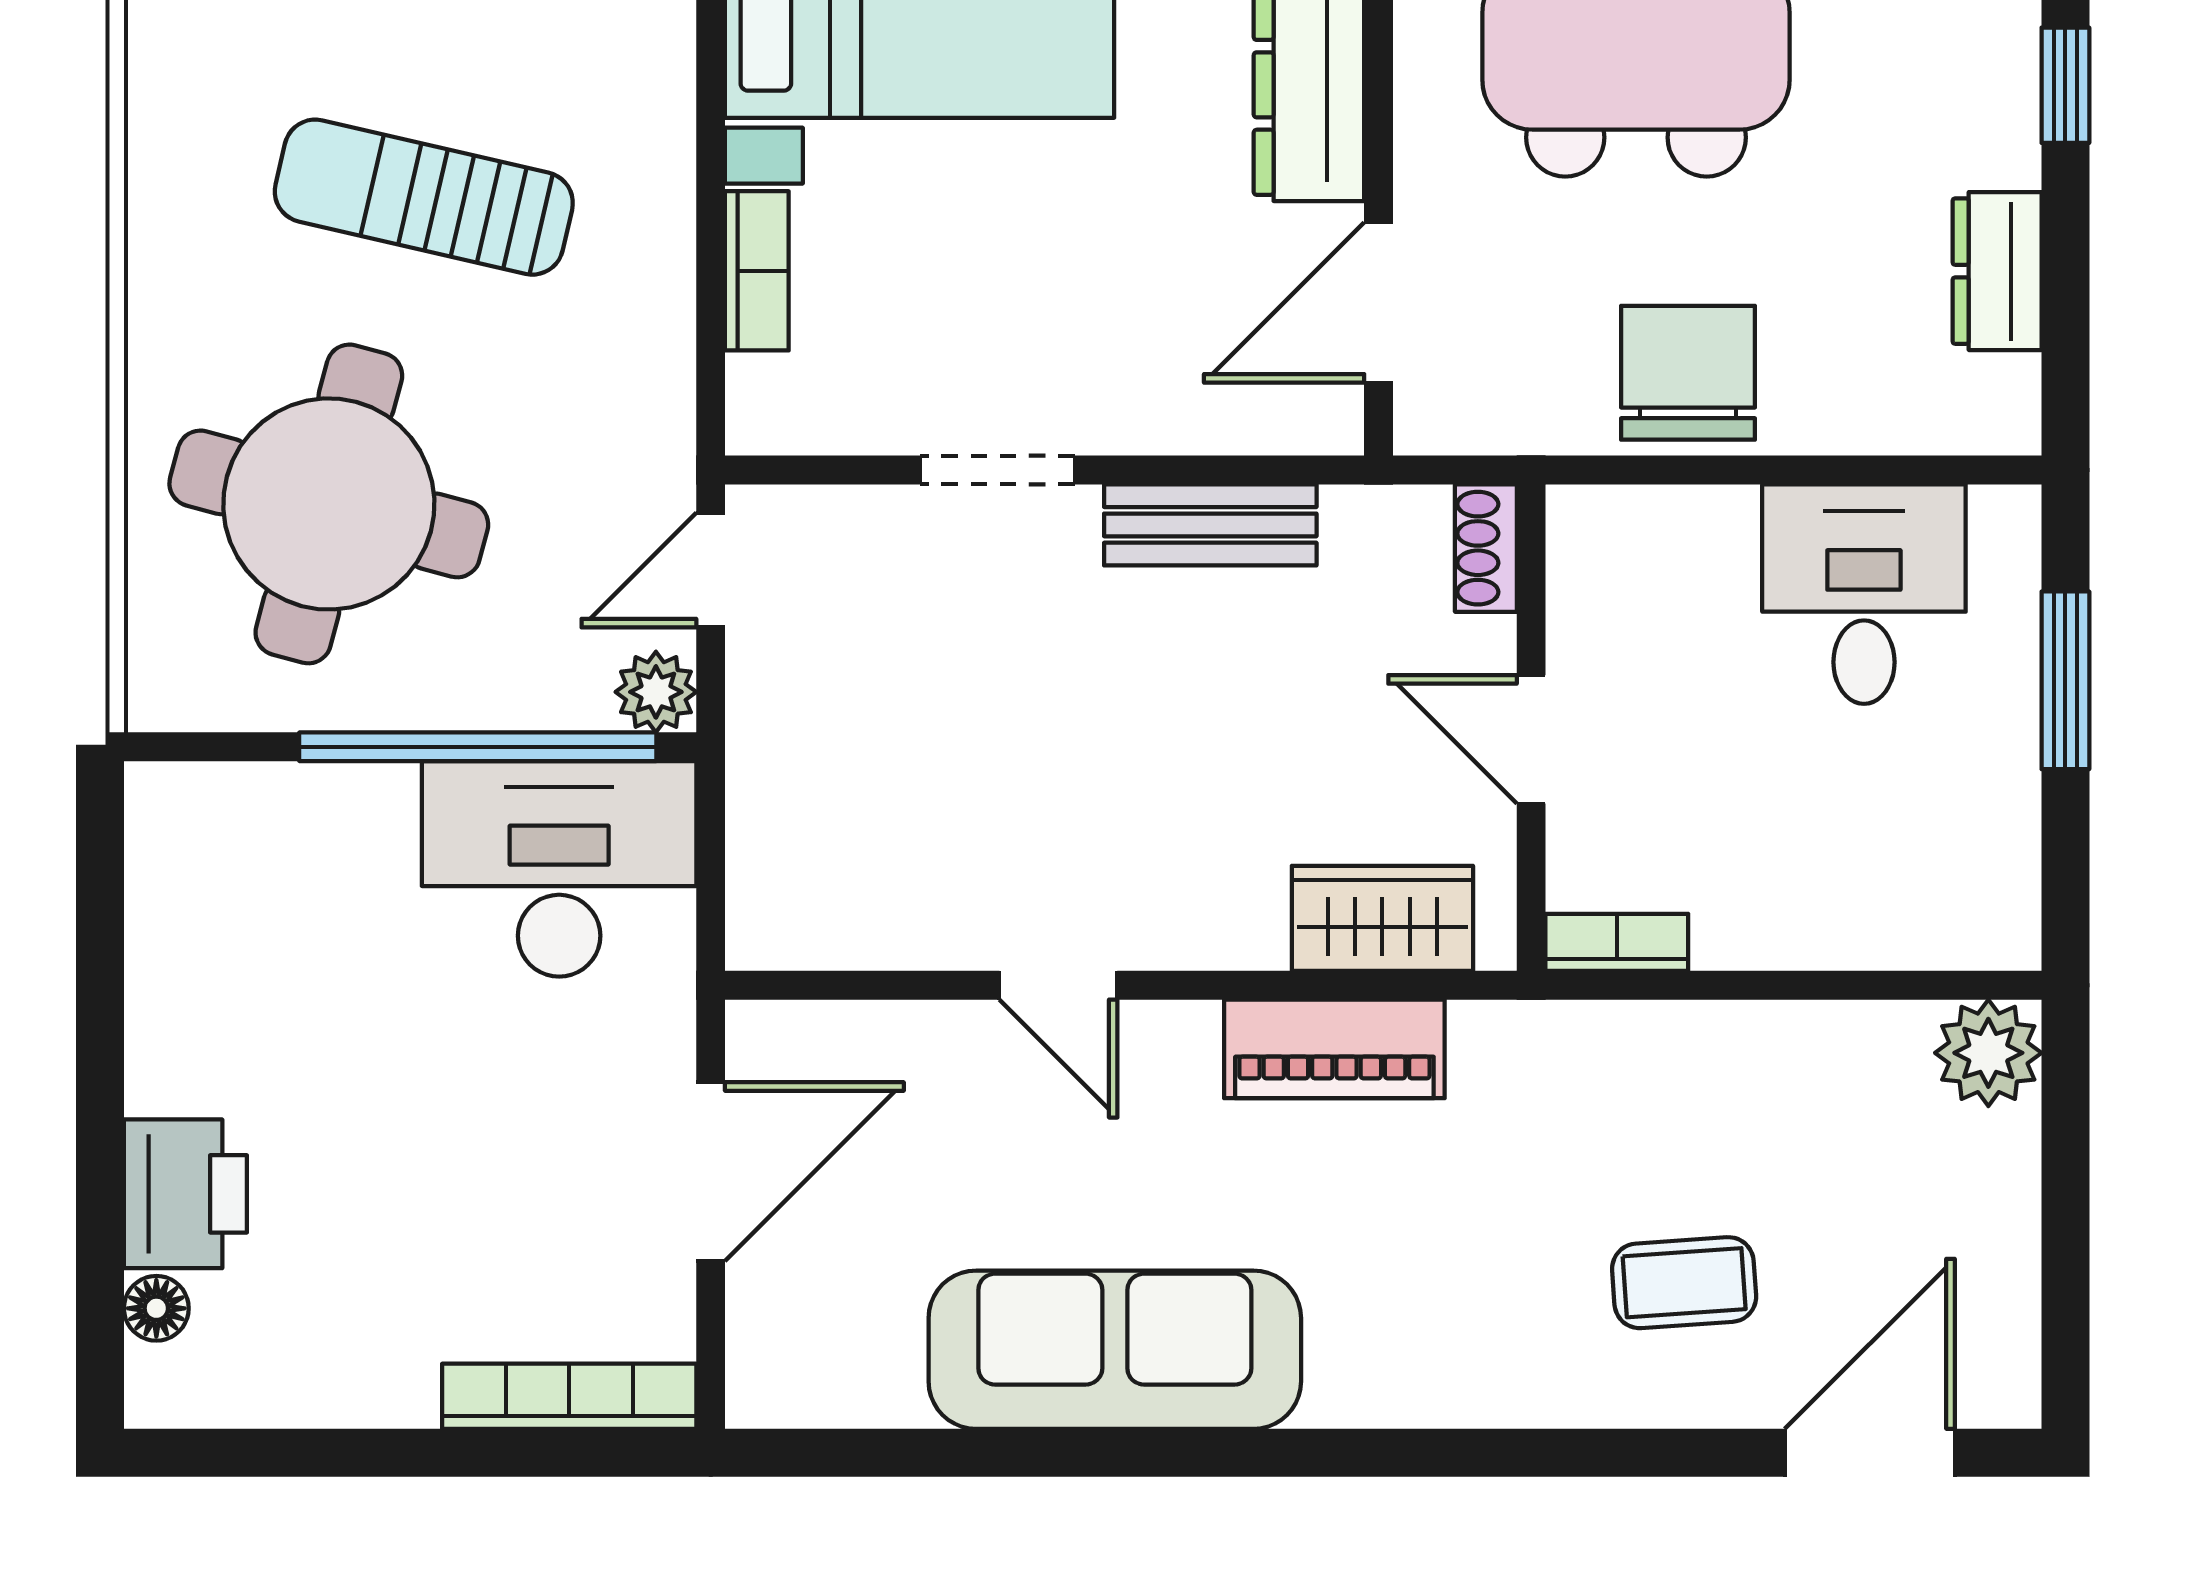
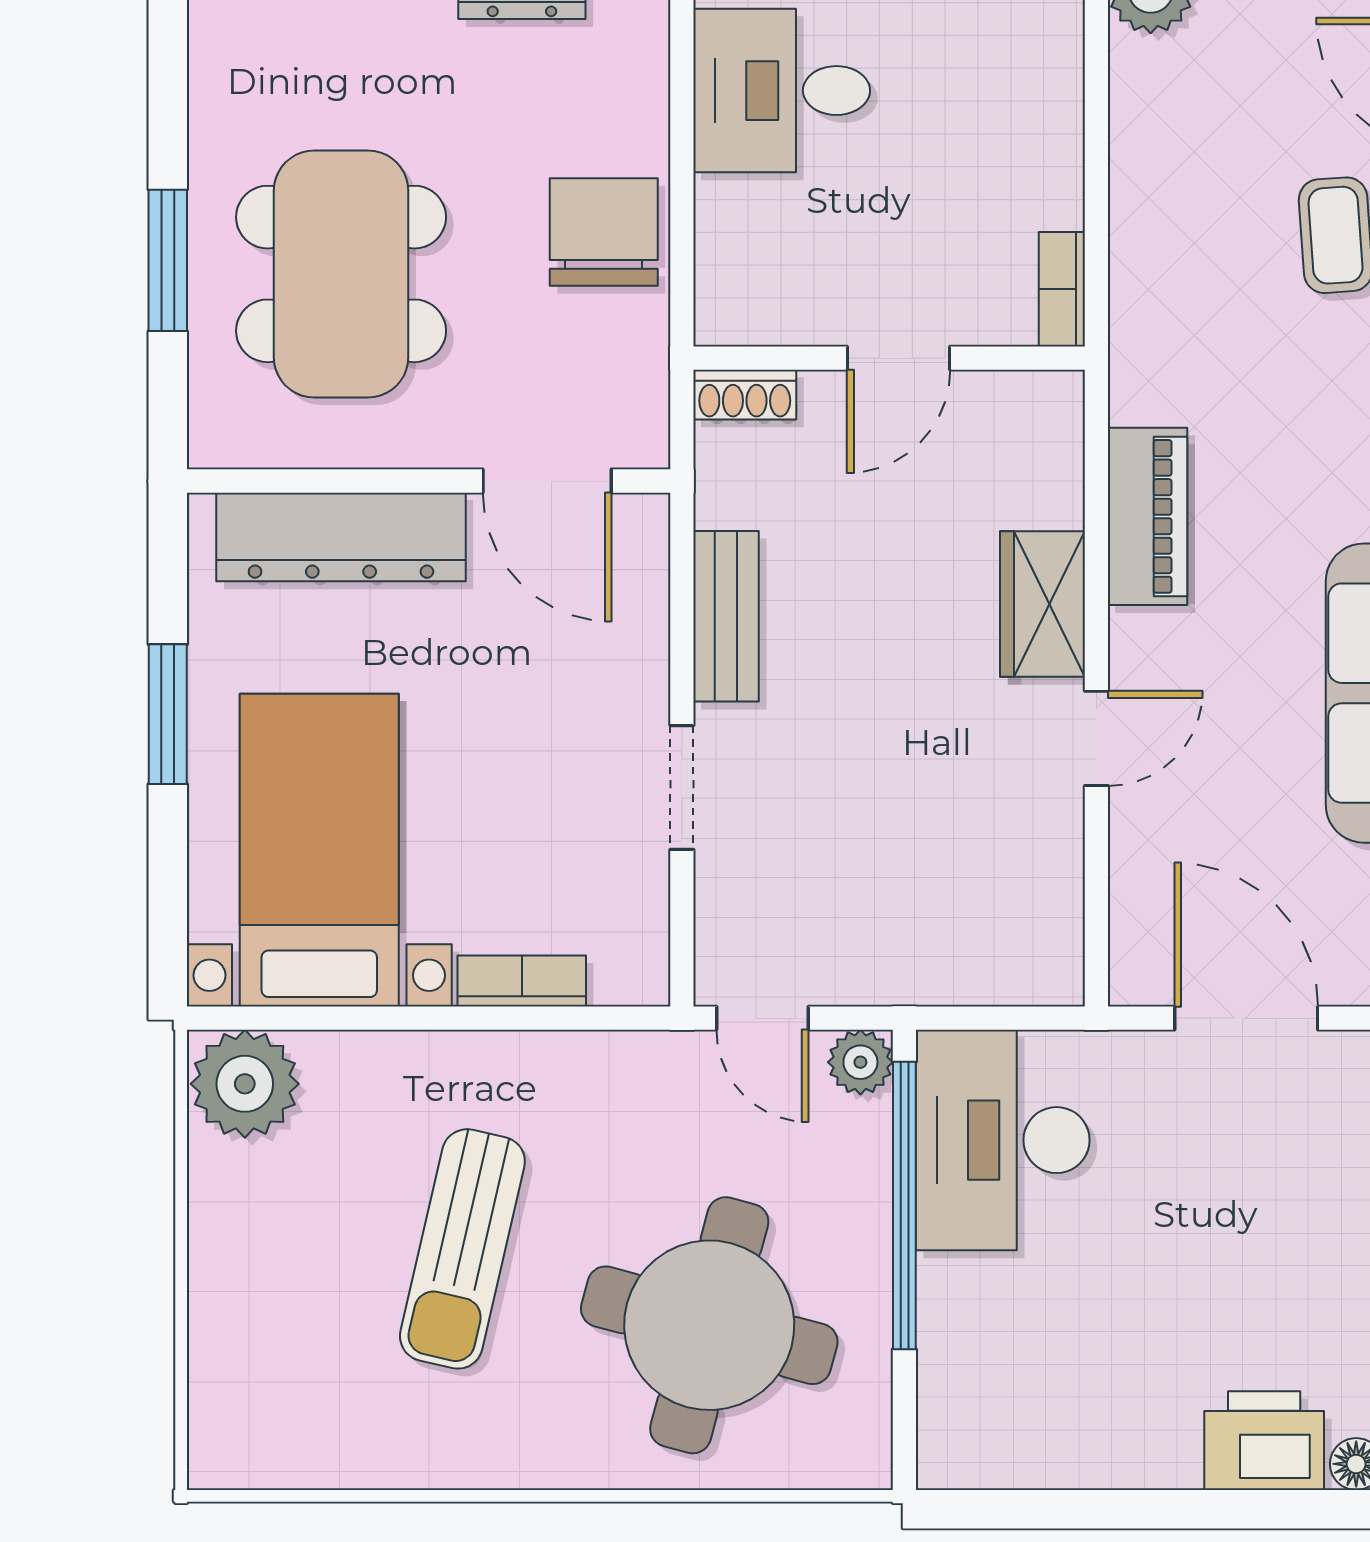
chair: (1688, 373) -> (604, 232), turned 90
wardrobe: (1382, 918) -> (1043, 604), moved

